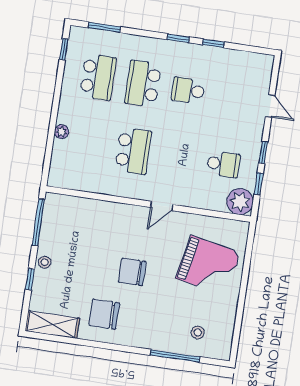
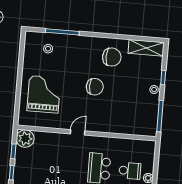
school desk: (223, 164) -> (130, 171), moved, turned 180
grand piano: (208, 265) -> (44, 94), turned 79

